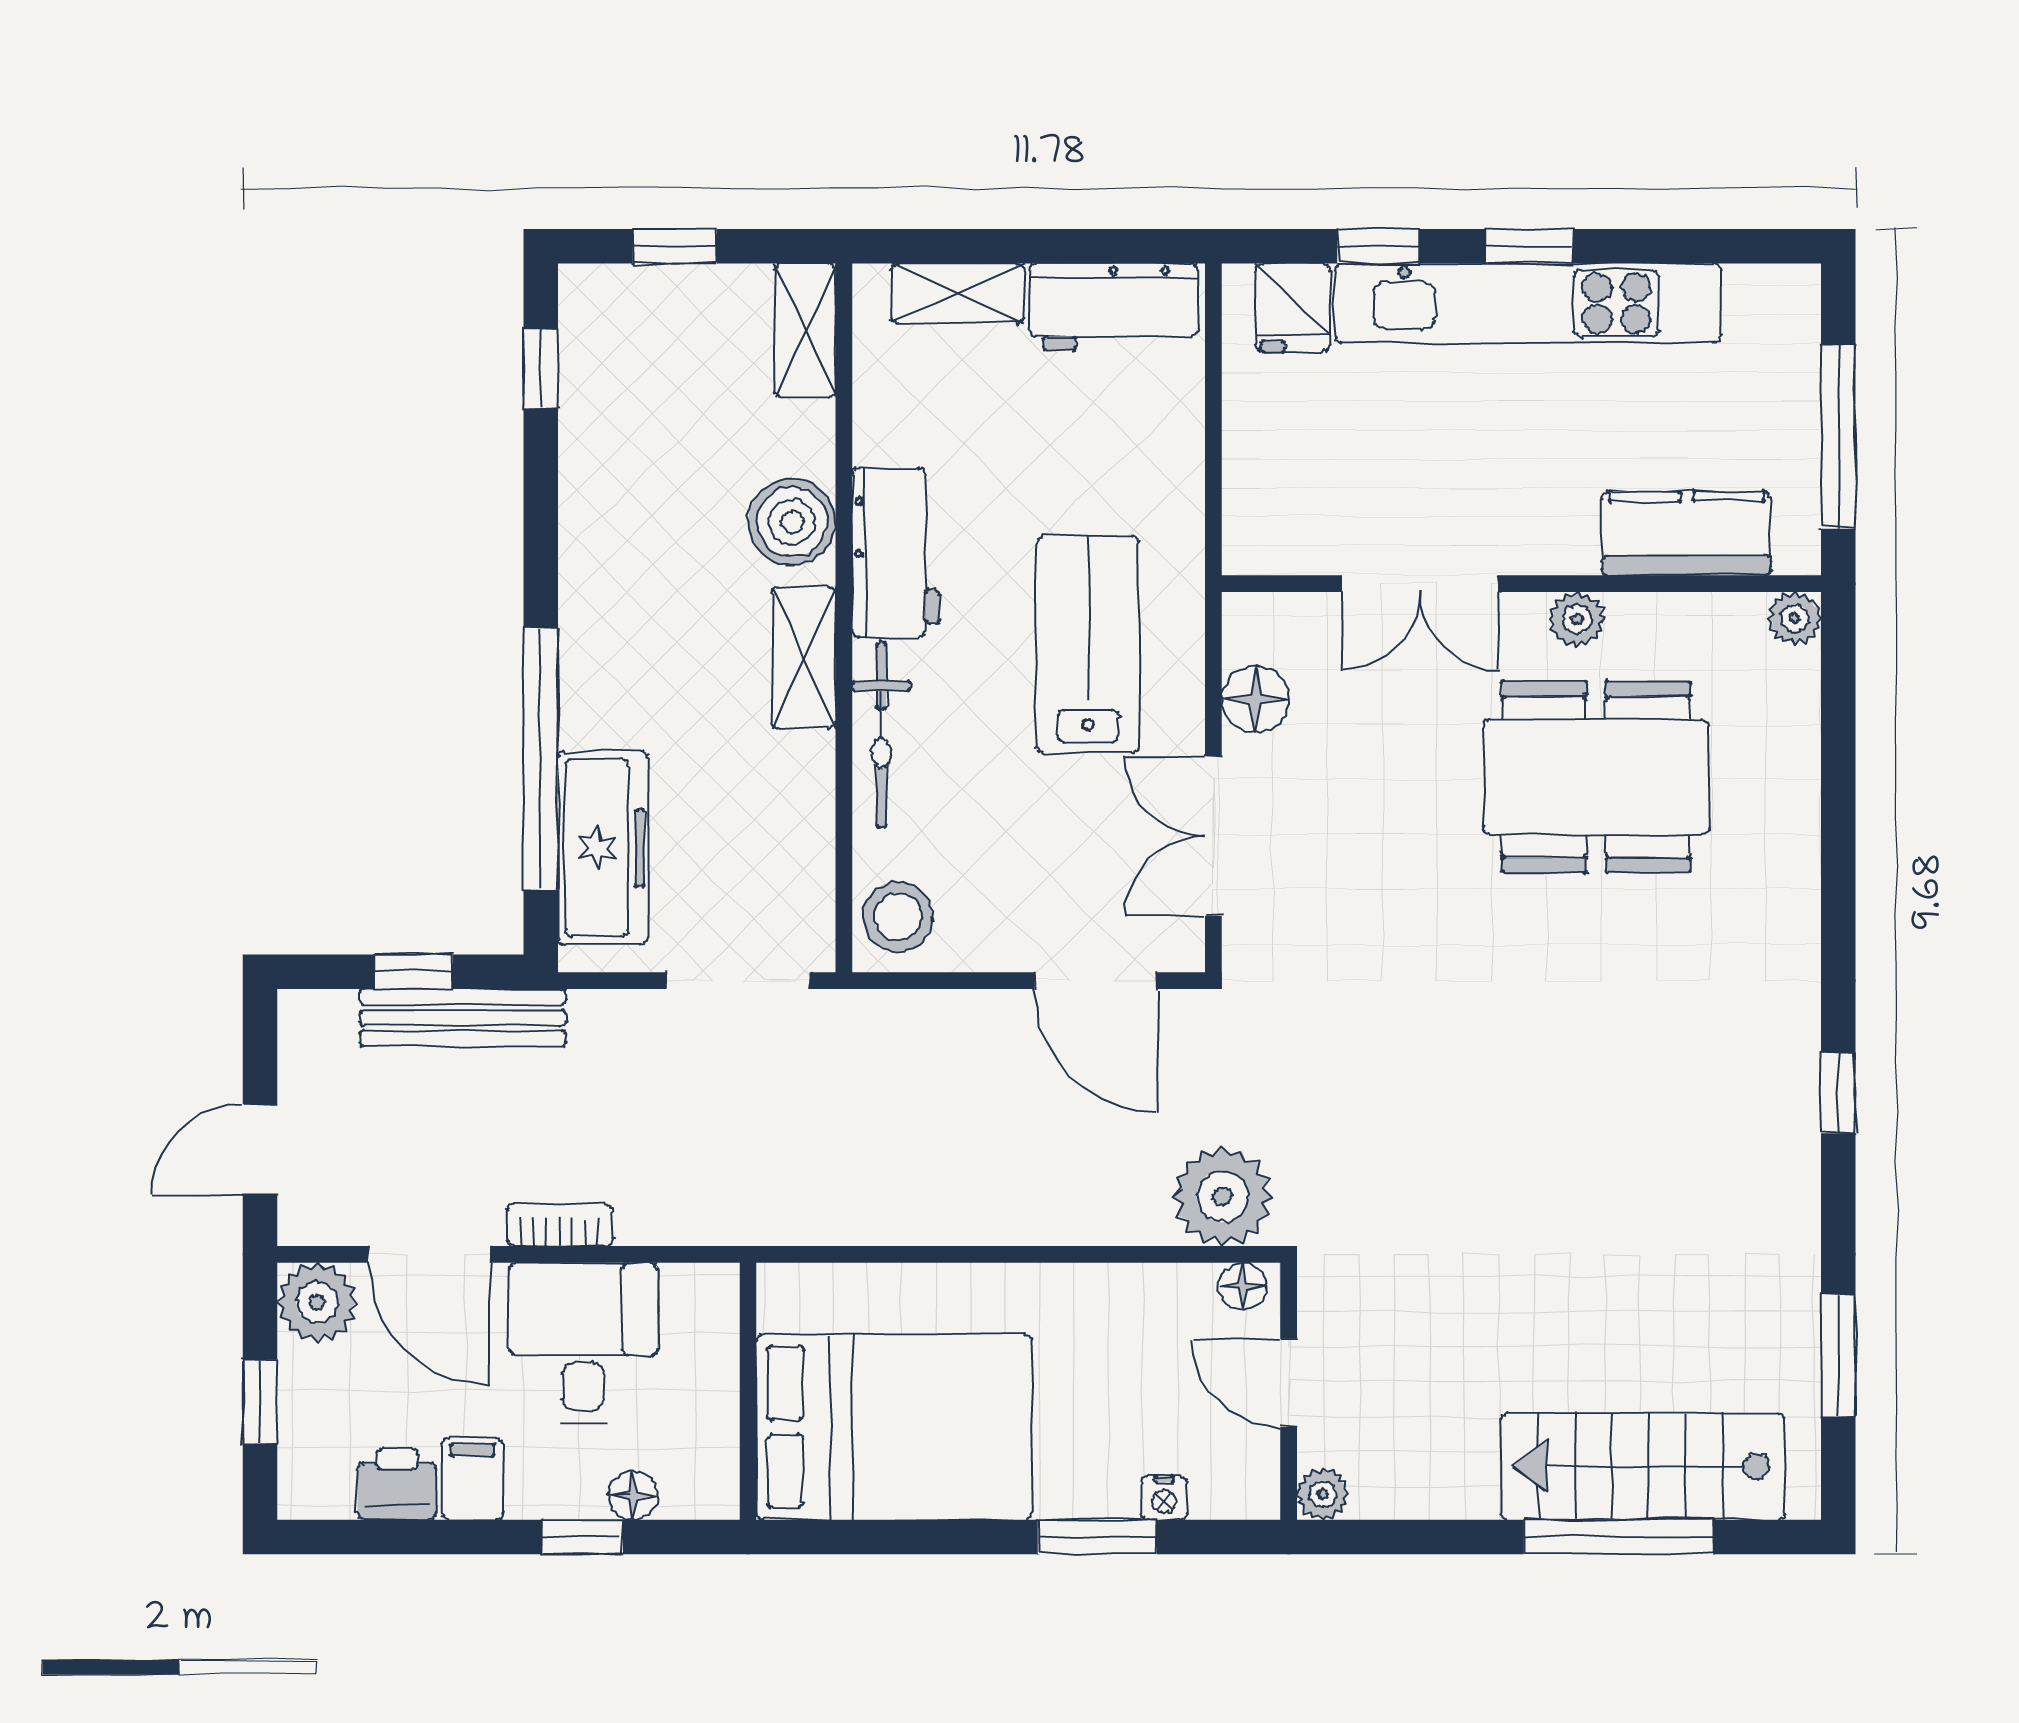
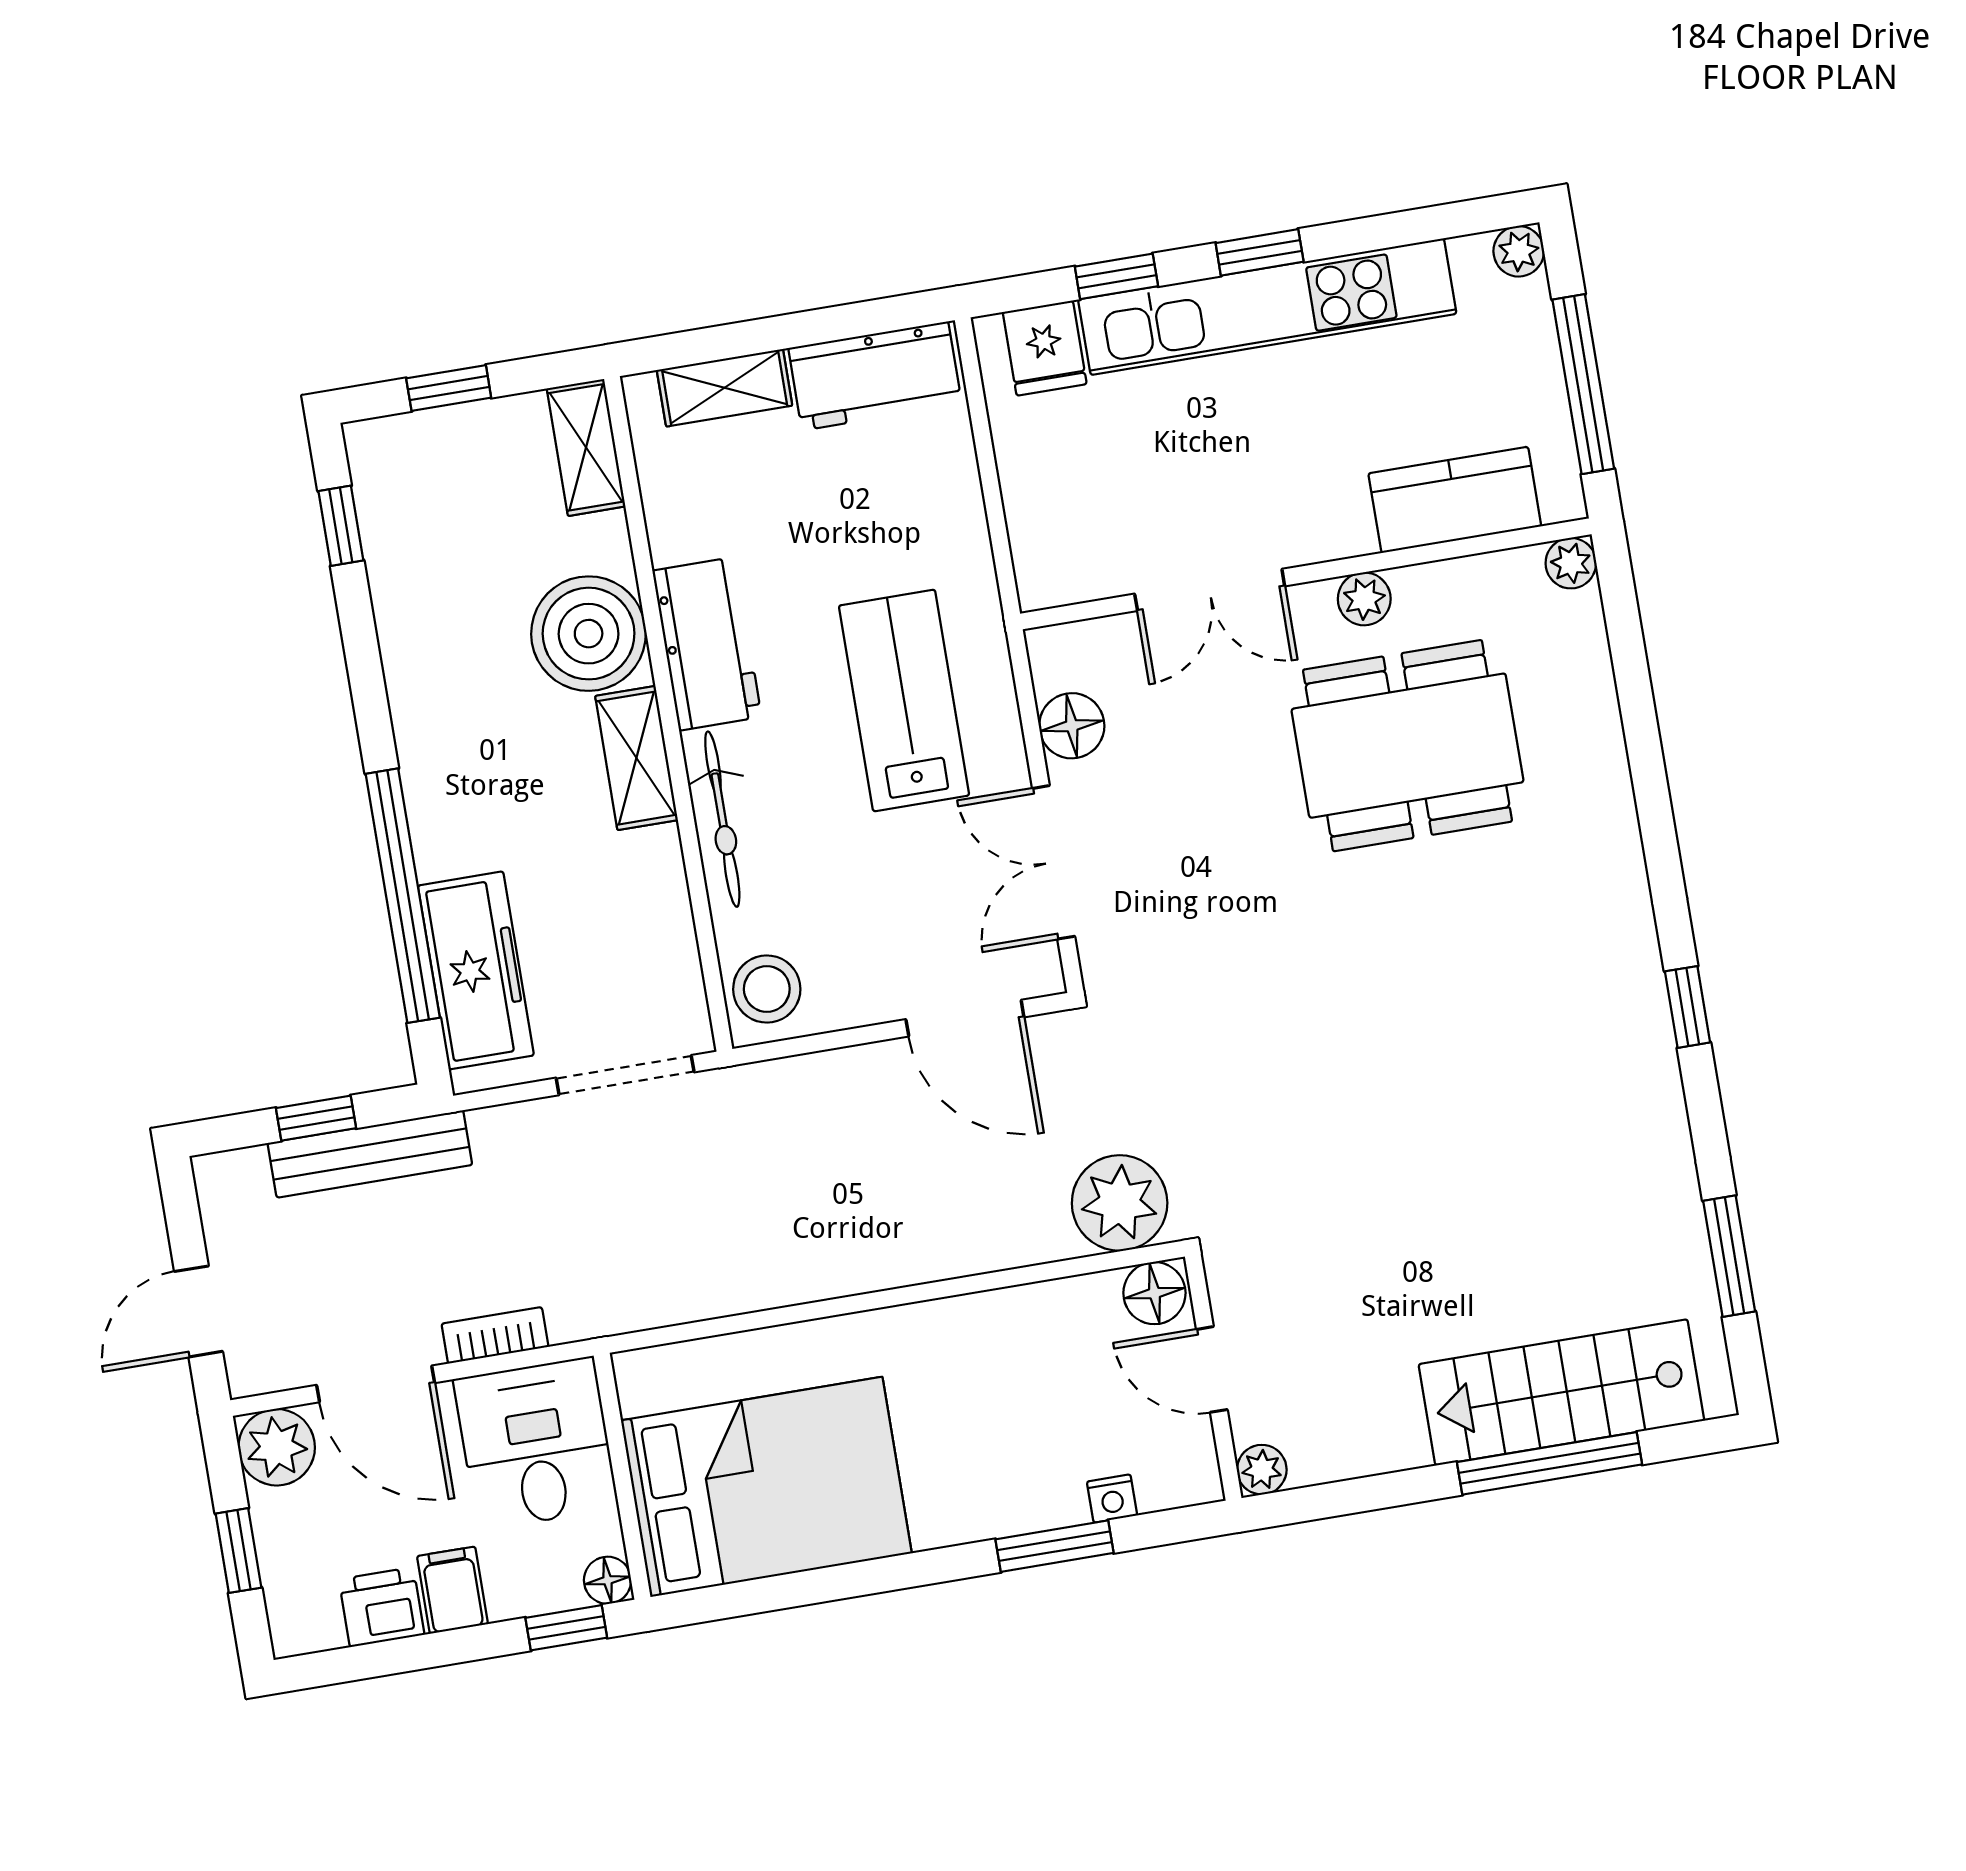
plant: (1795, 290) -> (1519, 251), added
boiler: (792, 522) -> (589, 634), width x1.37, depth x1.37
floor lamp: (1243, 1286) -> (1154, 1293), width x1.37, depth x1.37
wall: (748, 1391) -> (622, 1476), moved
bed: (894, 1427) -> (766, 1487), moved

